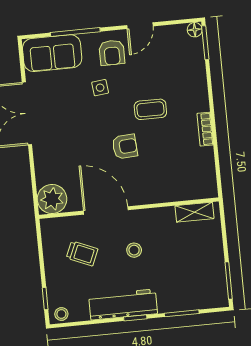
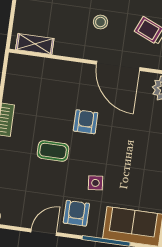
armchair: (125, 147) -> (86, 122), turned 94

